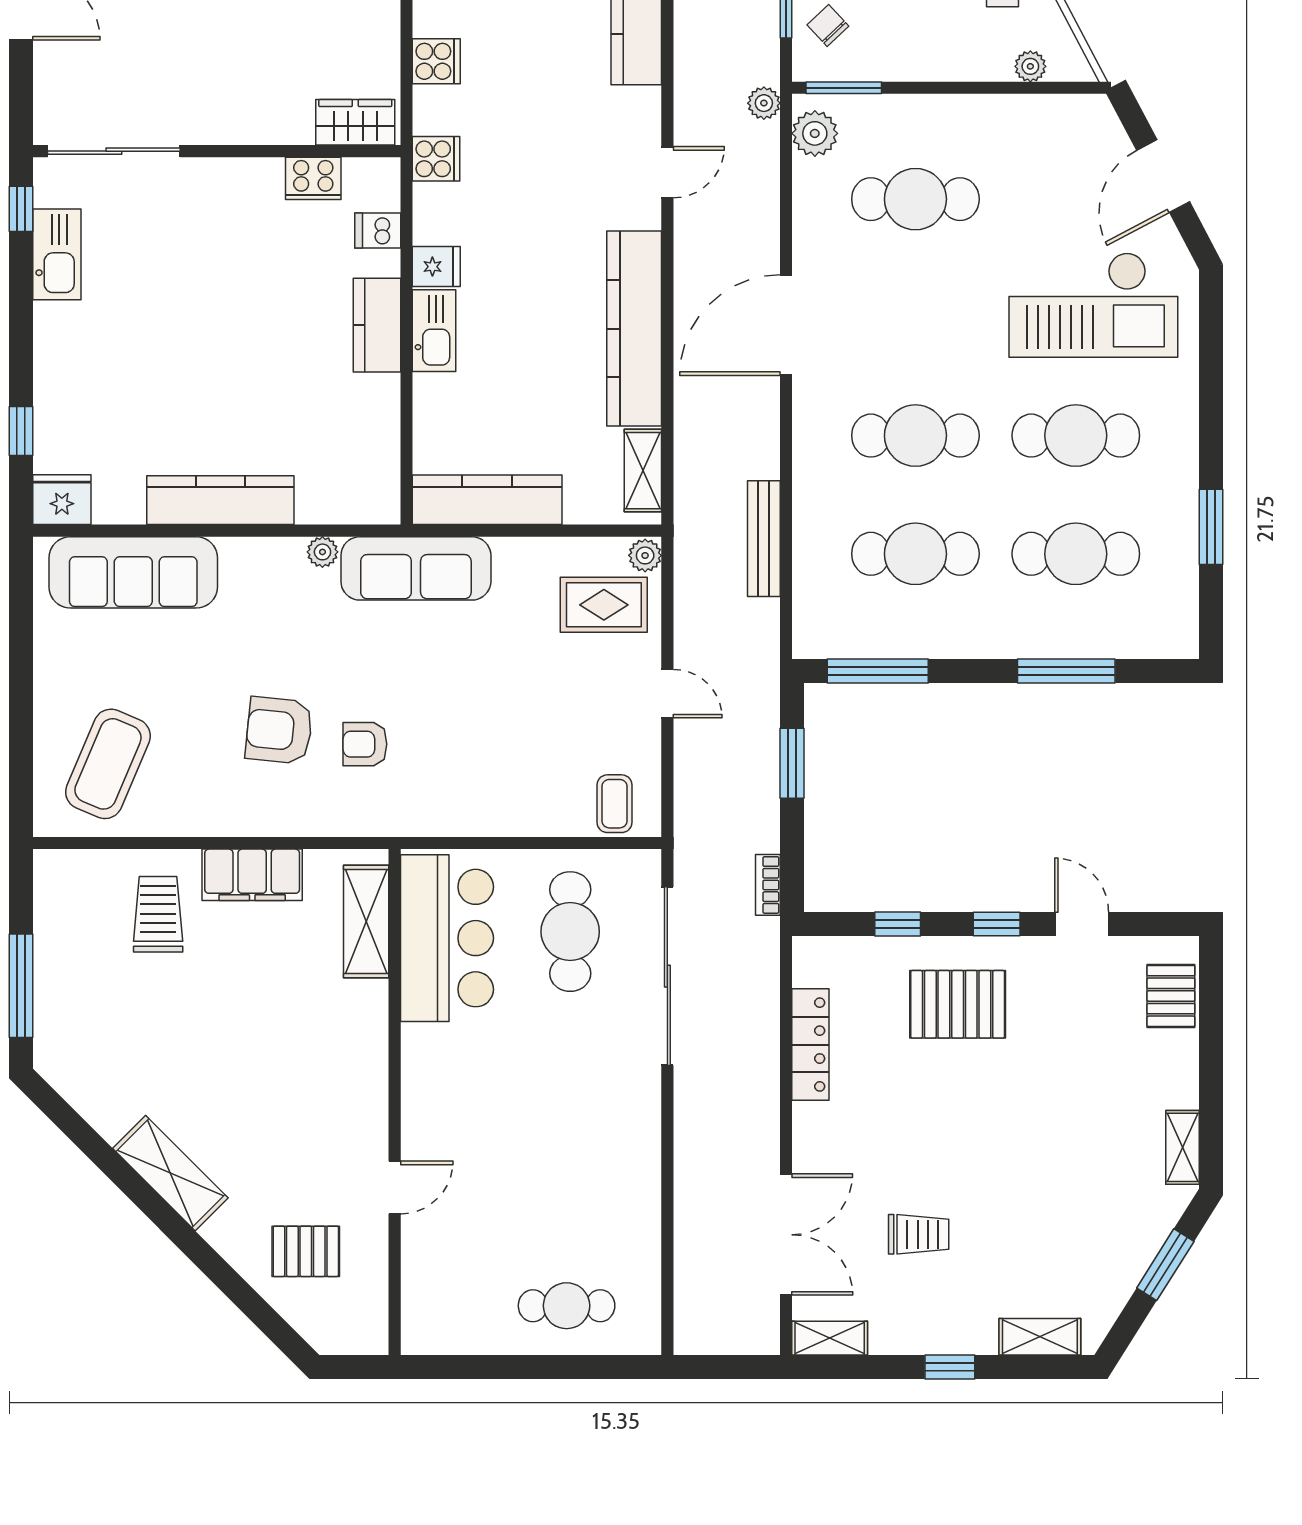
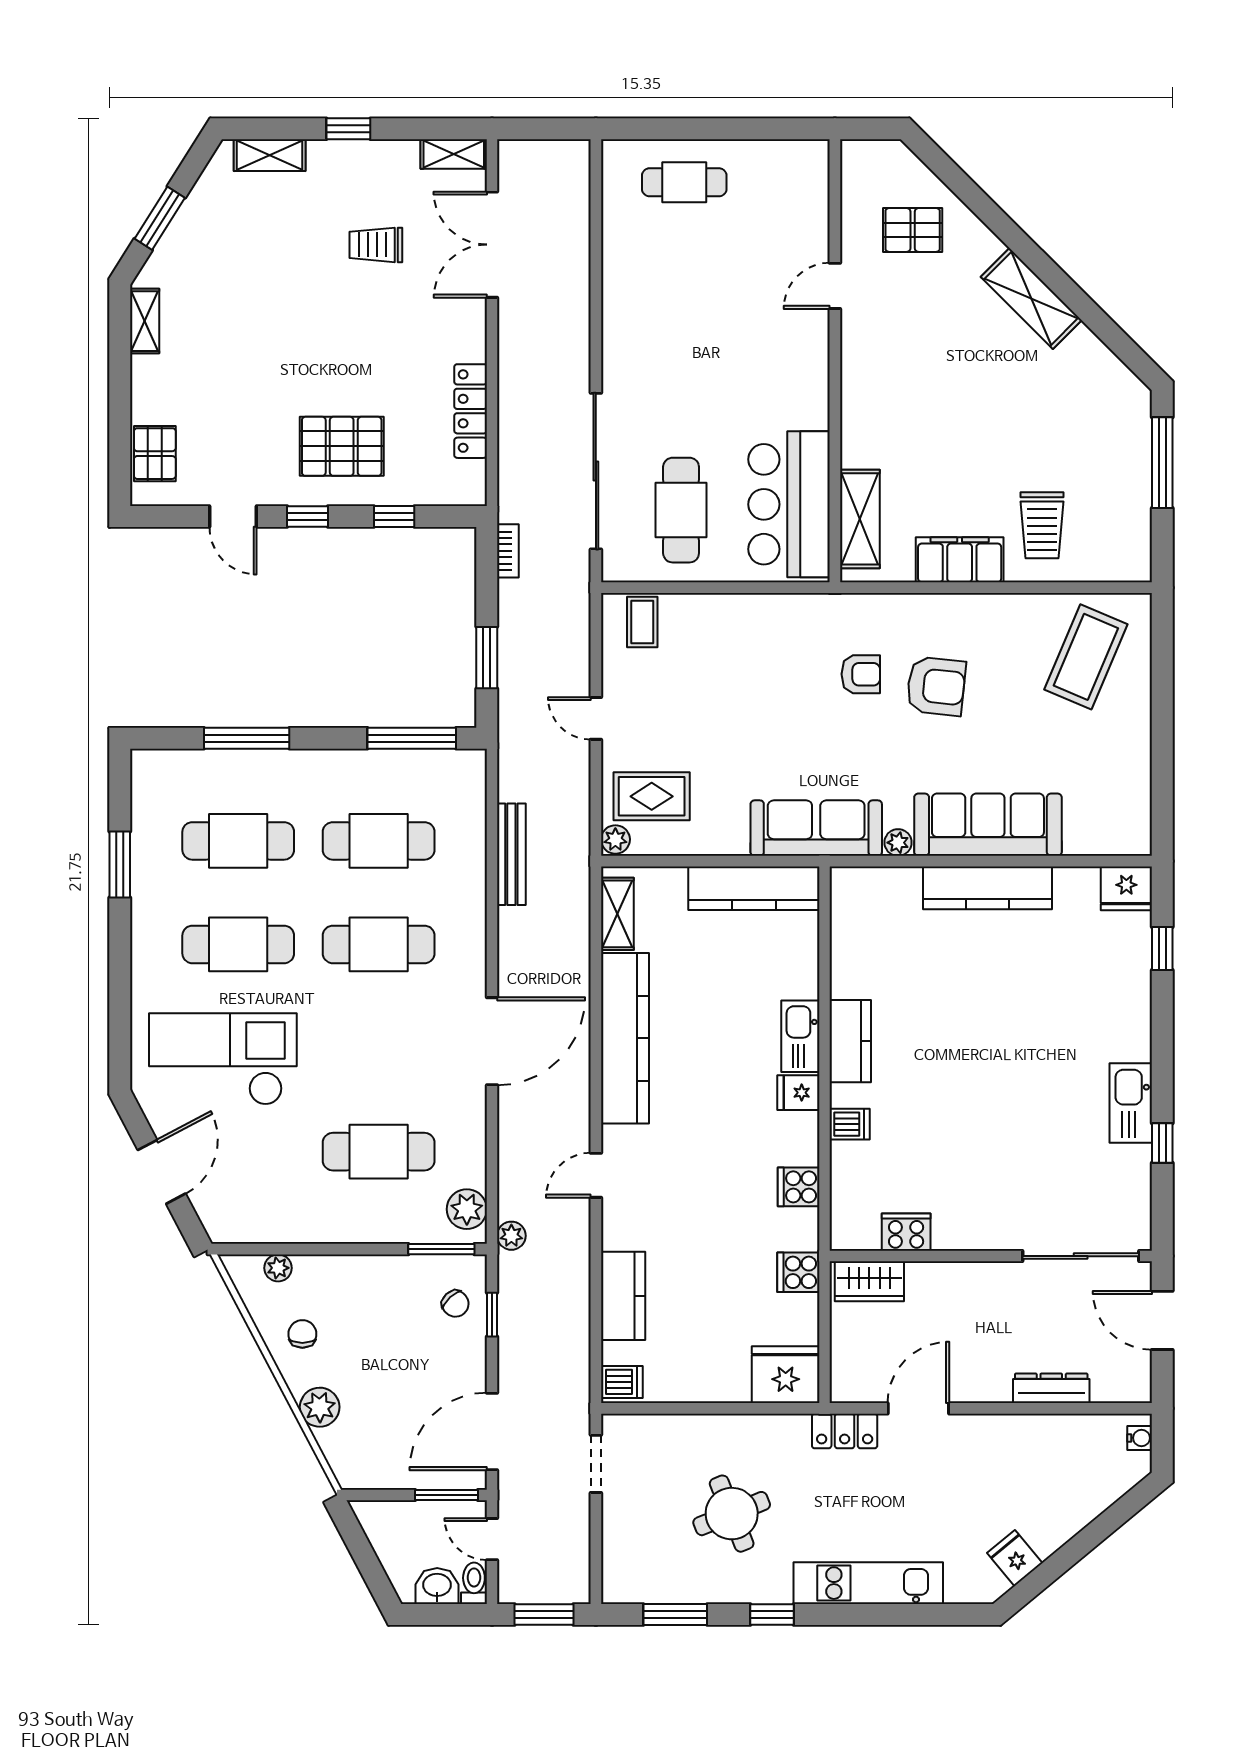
wardrobe: (355, 122) -> (869, 1281), moved
sliding door: (114, 151) -> (1081, 1256), moved
wall: (217, 151) -> (991, 1256), moved
cooker: (313, 178) -> (906, 1232), moved
sofa: (133, 572) -> (988, 825), moved

